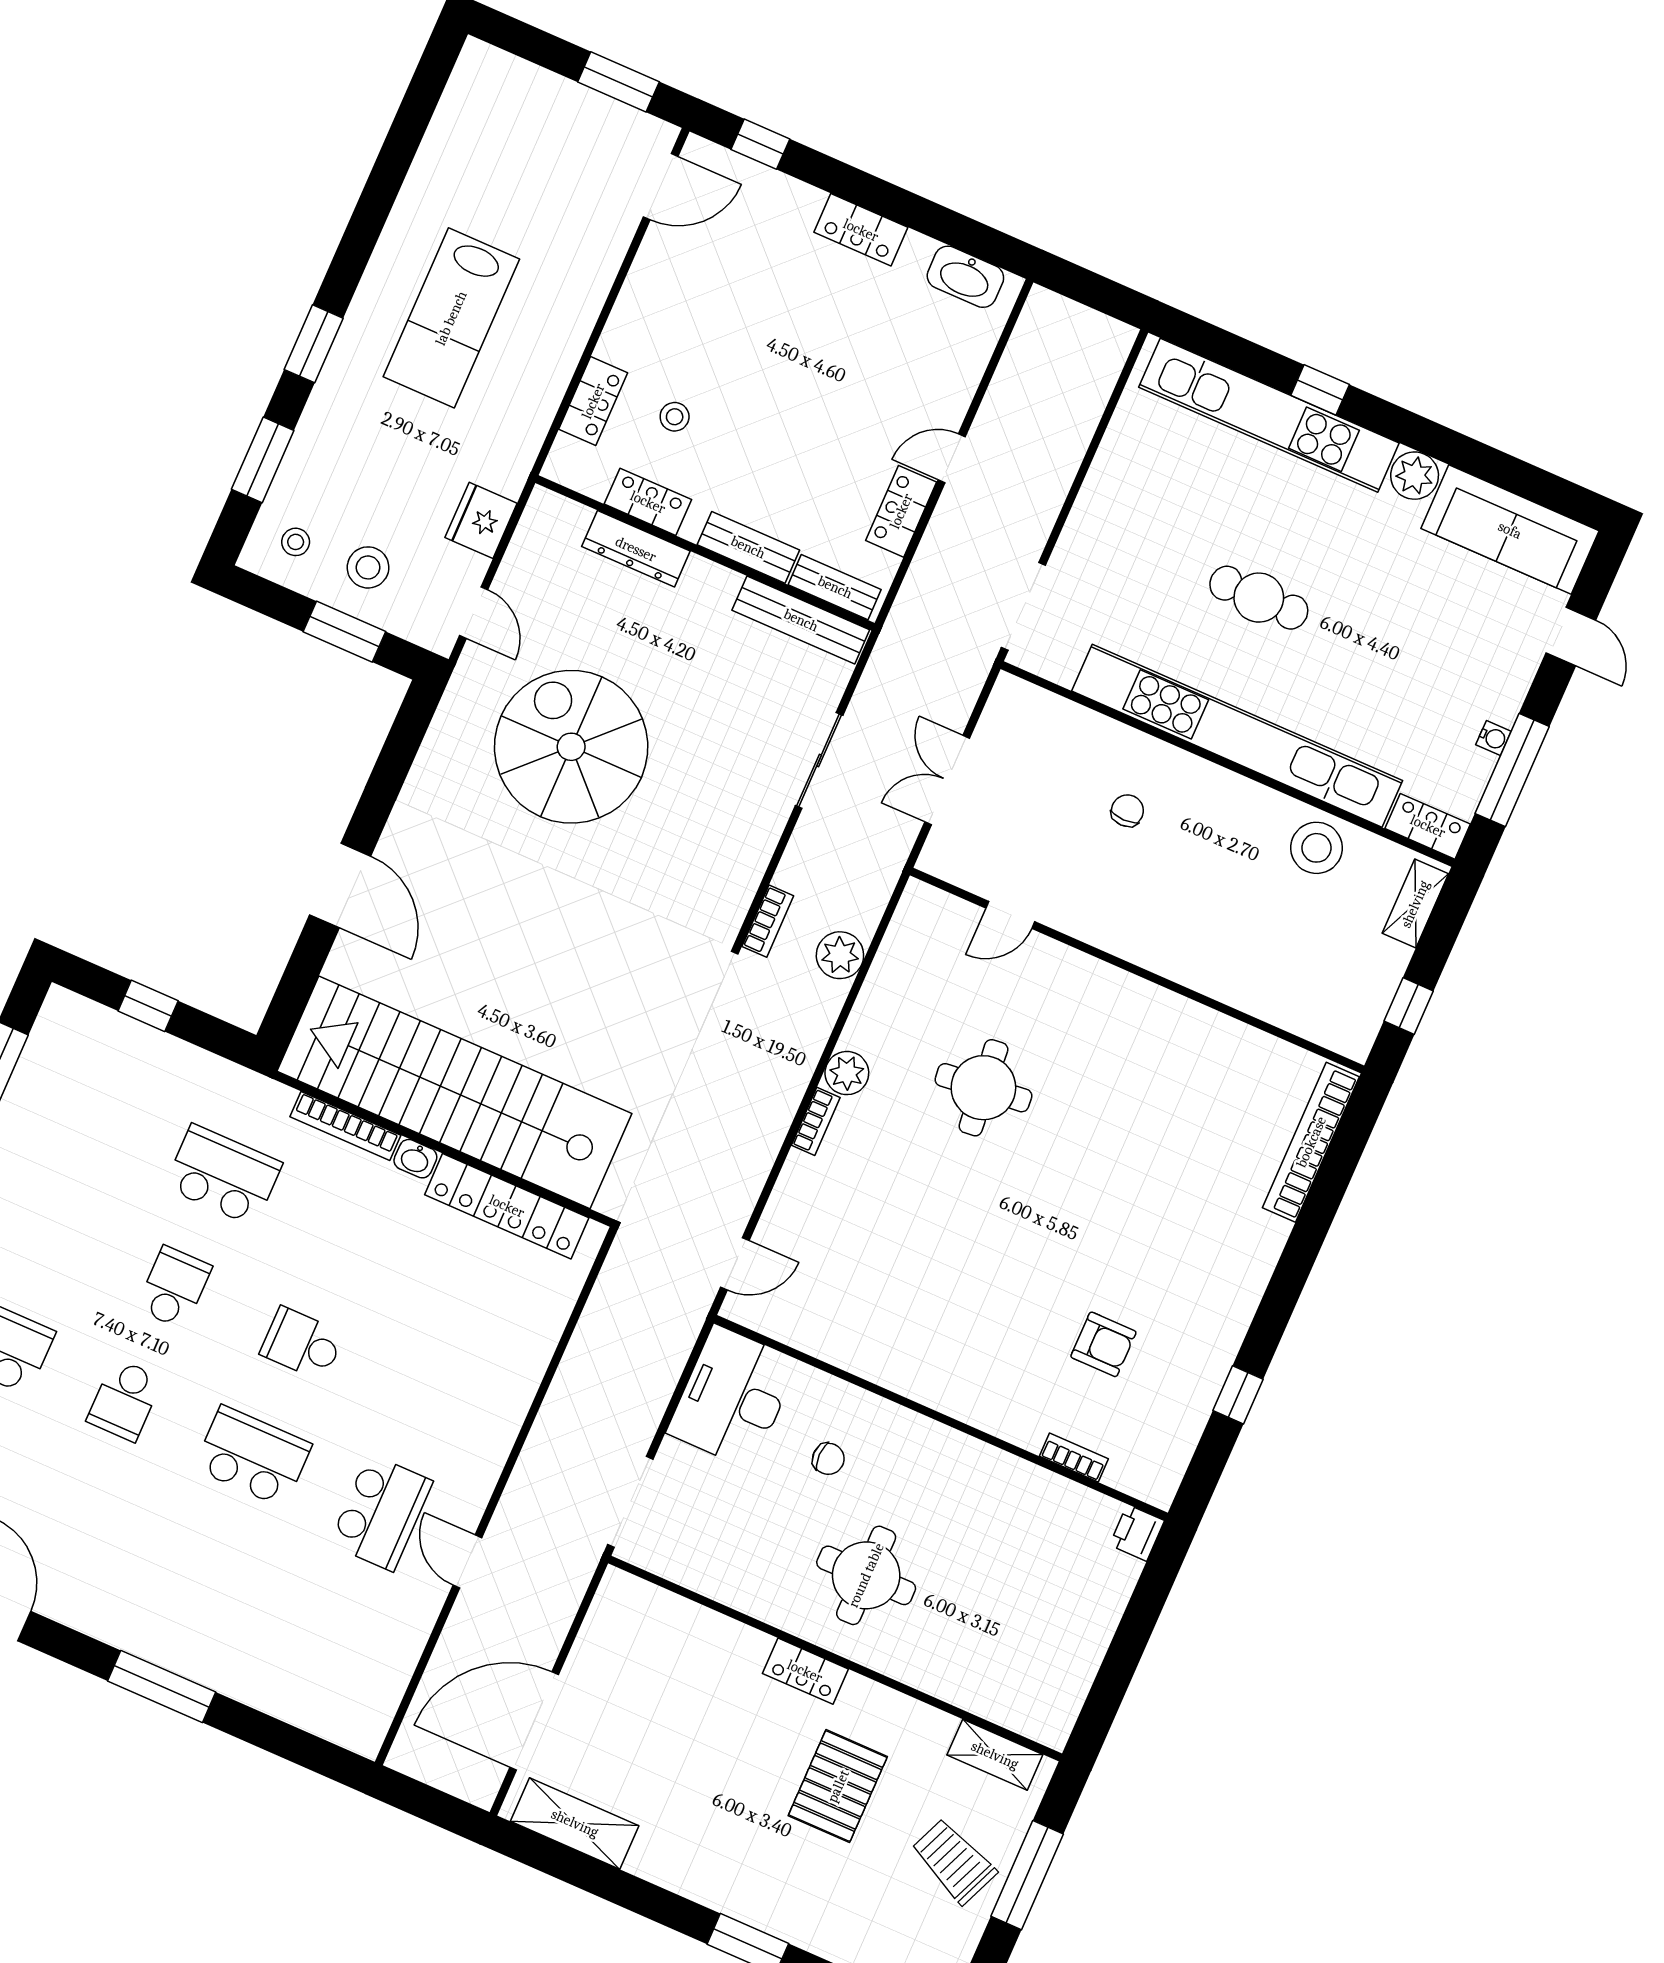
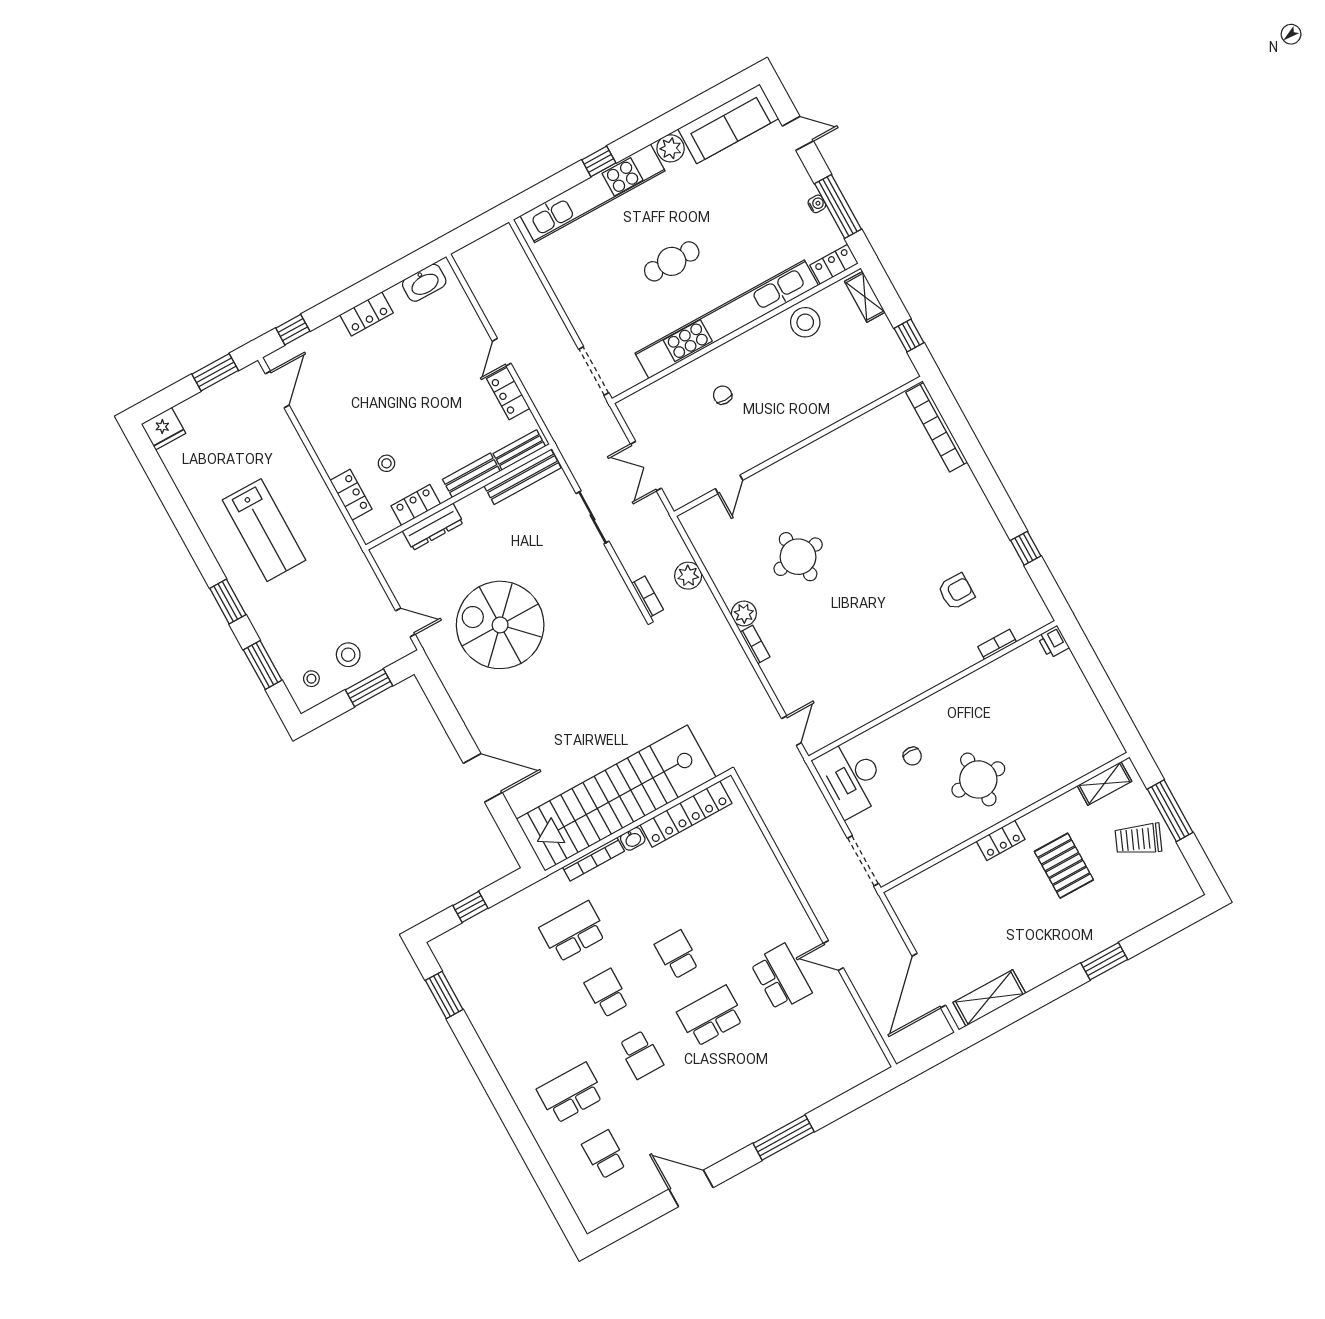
fridge: (481, 520) -> (163, 429), moved, turned -90
school desk: (302, 1344) -> (677, 955), turned 90
chair: (828, 1459) -> (912, 756), turned 90

